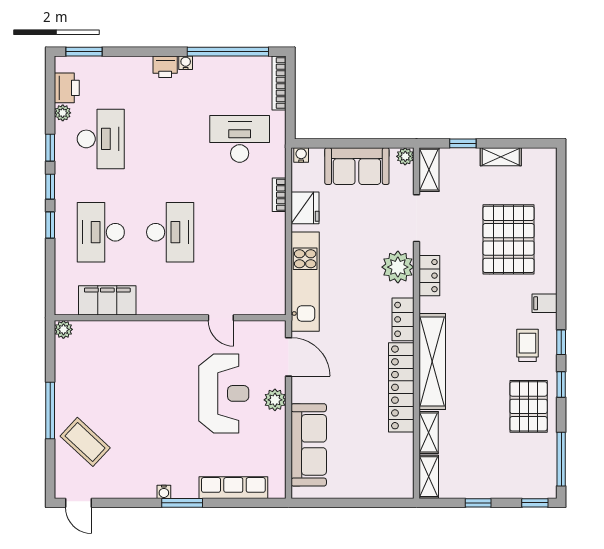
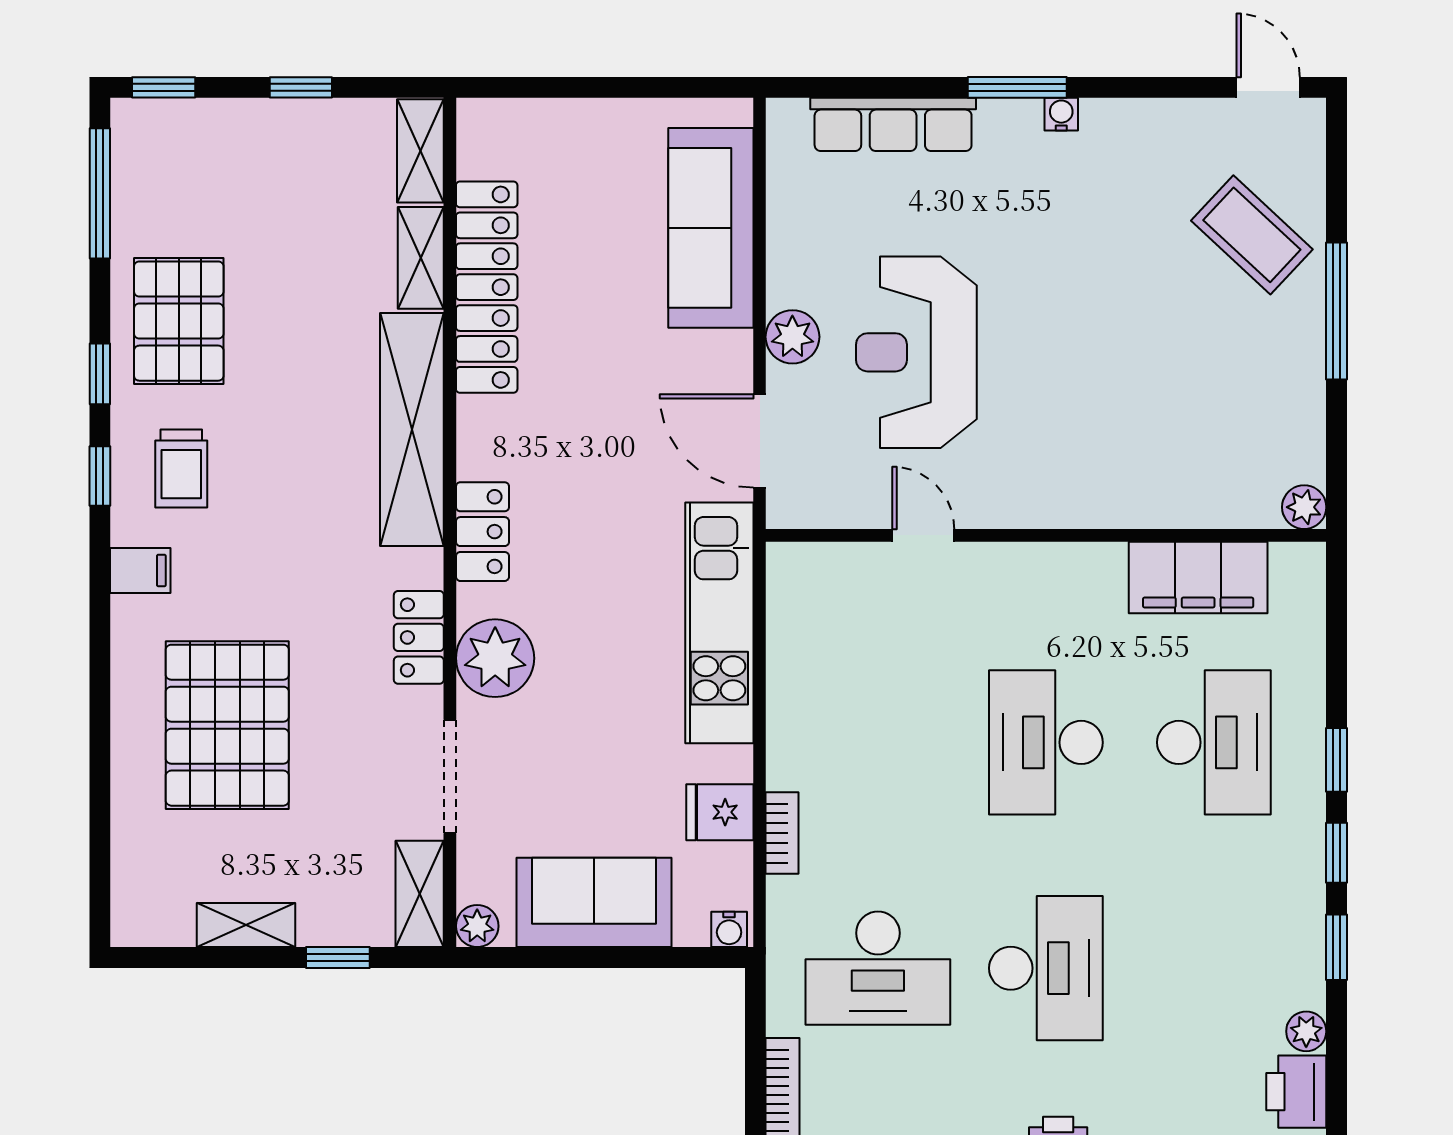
desk: (101, 139) -> (1046, 968), moved, turned 180
fridge: (305, 208) -> (720, 812), width x0.72
locker: (401, 387) -> (487, 287), moved

